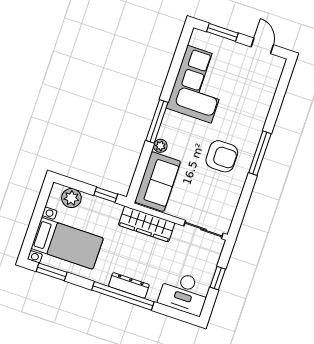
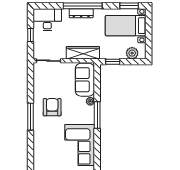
armchair: (222, 156) -> (52, 107), turned 90

